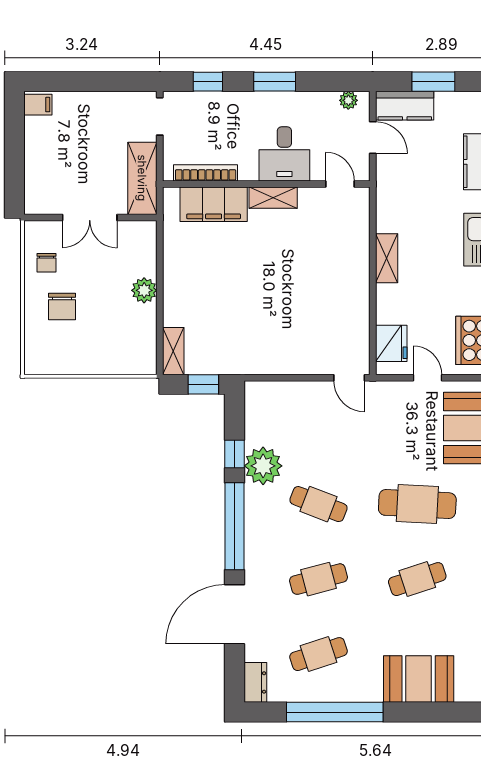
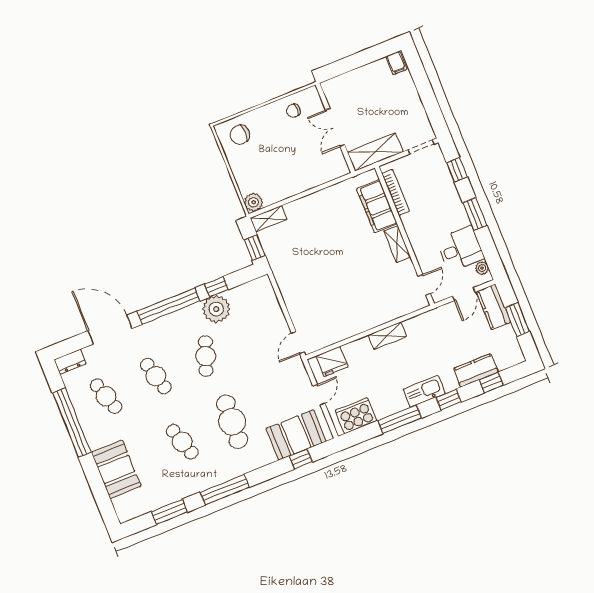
desk: (284, 154) -> (460, 249), moved, turned 180
plant: (144, 290) -> (253, 202), moved
chair: (62, 307) -> (240, 135), moved

